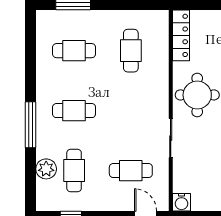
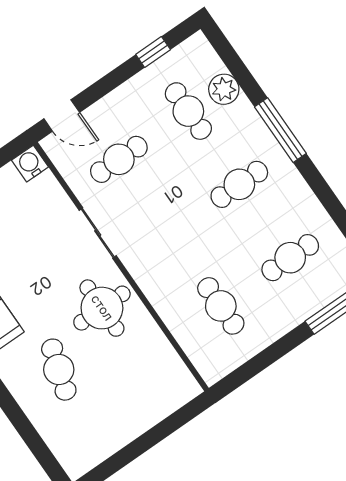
locker: (181, 35) -> (172, 367), removed

